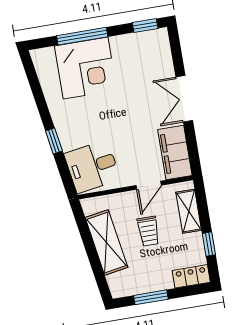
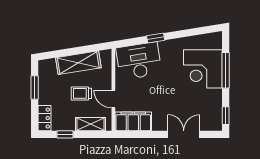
double door: (184, 99) -> (184, 134), moved
desk: (92, 166) -> (139, 61), width x1.37

